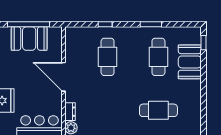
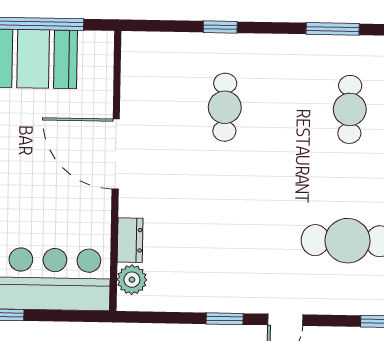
cafe table: (108, 57) -> (225, 107), width x0.73, depth x0.74
cafe table: (158, 57) -> (350, 109), width x0.73, depth x0.74

